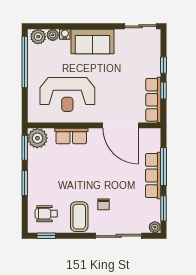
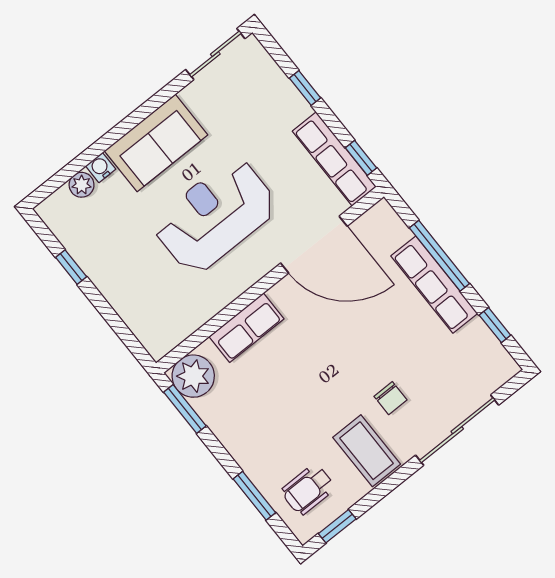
plant: (38, 37) -> (60, 207), removed
window: (25, 62) -> (71, 267), width x0.32
window: (163, 91) -> (361, 158), moved
reception desk: (67, 94) -> (215, 216), moved, turned 180
window: (25, 183) -> (254, 496), moved
window: (163, 208) -> (495, 325), width x0.67
plant: (155, 227) -> (506, 368), removed

